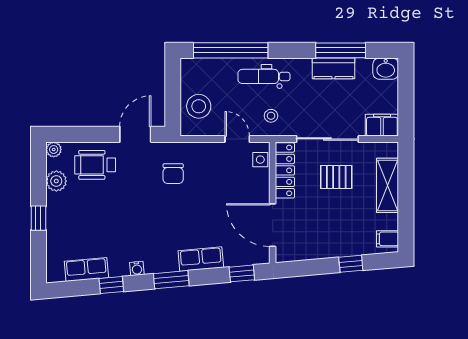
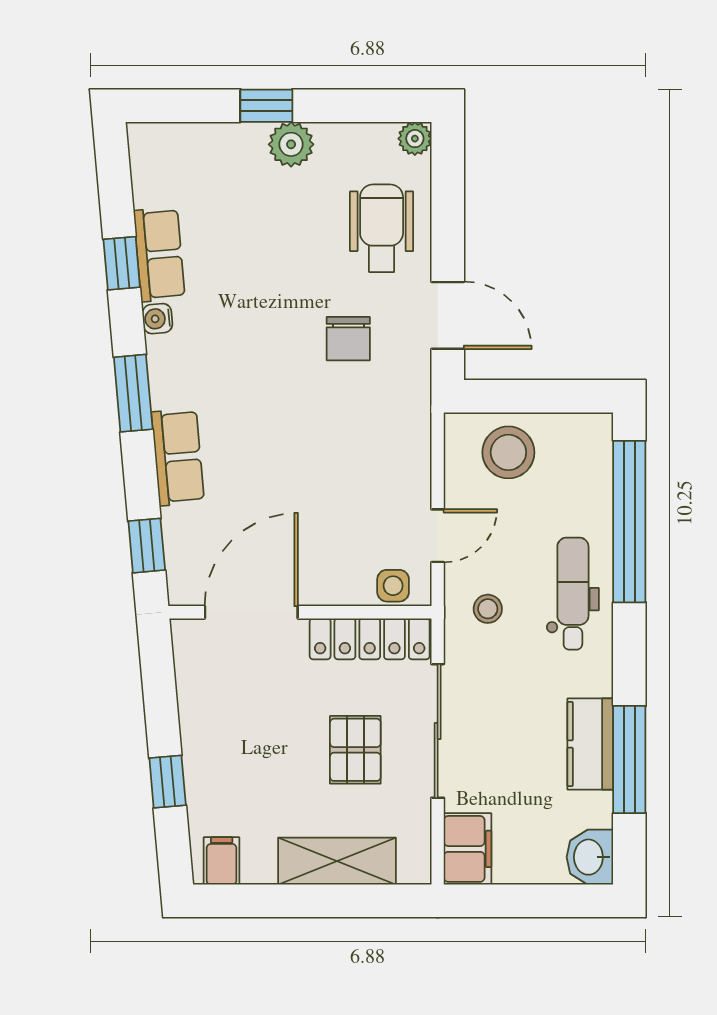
chair: (173, 174) -> (348, 339), moved, turned -90
plant: (56, 181) -> (291, 144), moved
row of seats: (86, 269) -> (159, 254), moved

